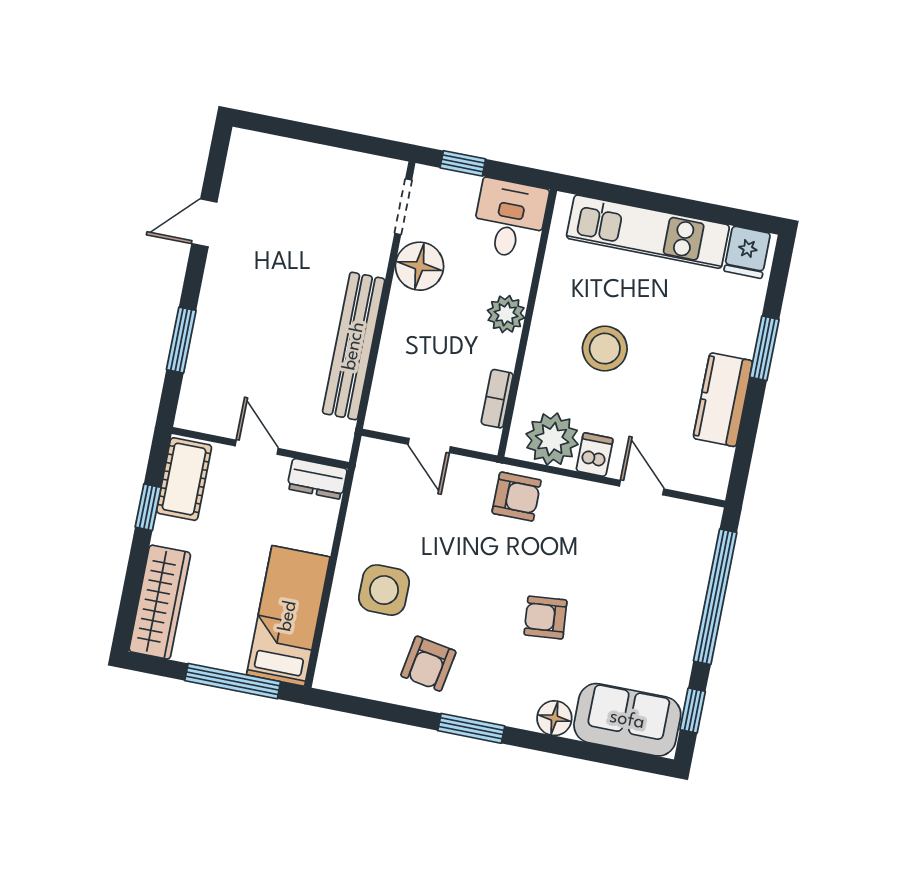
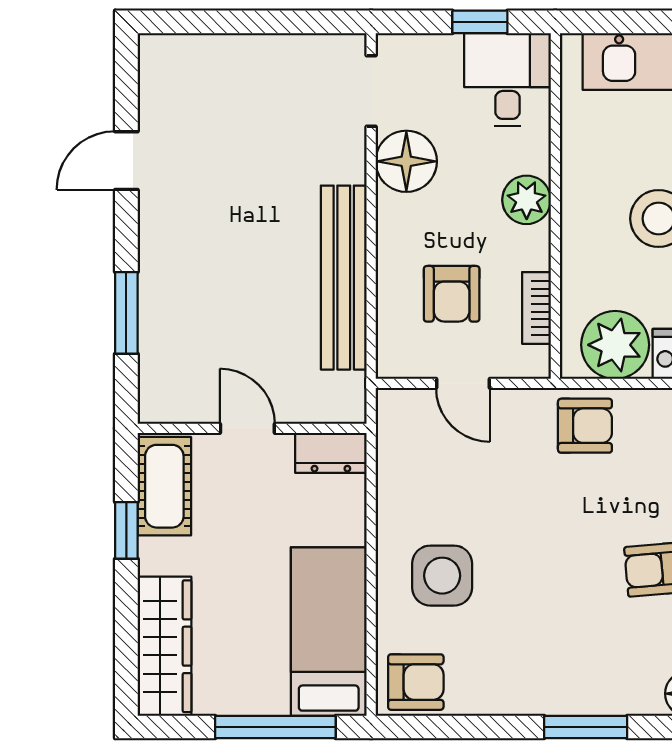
window: (463, 163) -> (480, 22), moved
armchair: (434, 375) -> (452, 294), added
armchair: (428, 664) -> (416, 682), moved, turned -100

